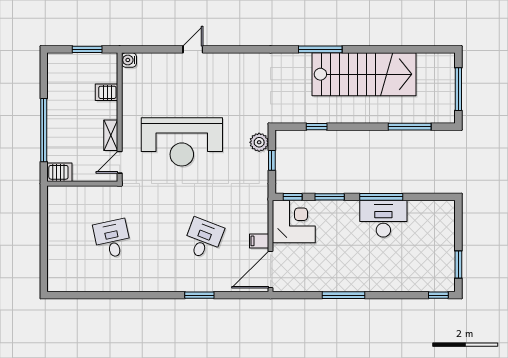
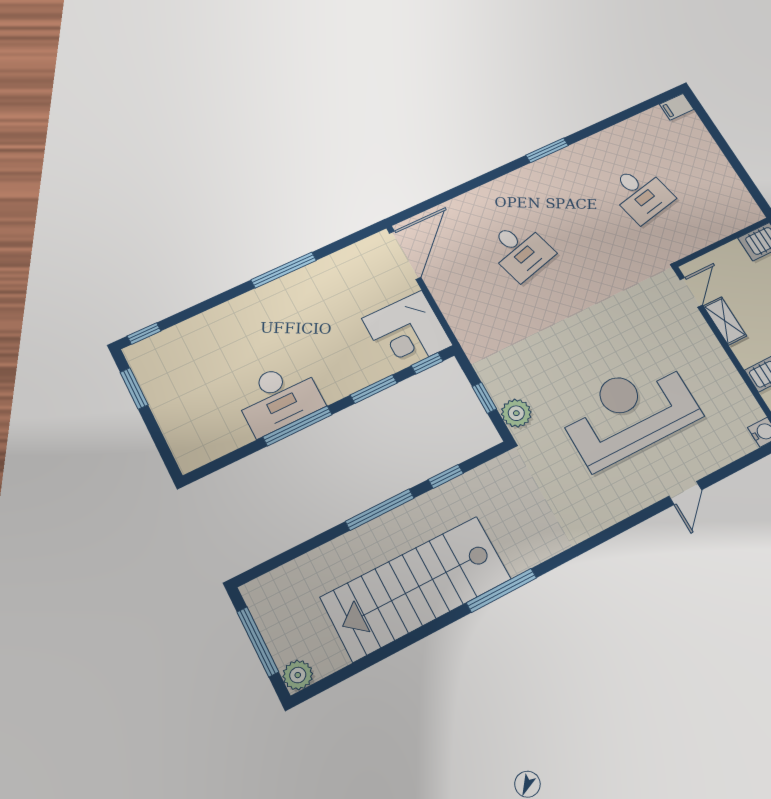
plant: (446, 61) -> (298, 675), added
window: (410, 127) -> (380, 510), moved
reception desk: (182, 142) -> (629, 412), moved
desk: (203, 239) -> (520, 250), turned -36
filing cabinet: (259, 241) -> (677, 107), moved, turned 180
window: (199, 295) -> (547, 150), moved

